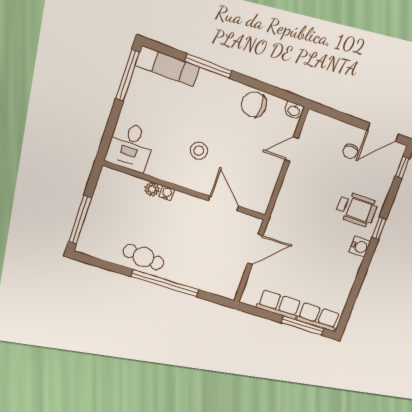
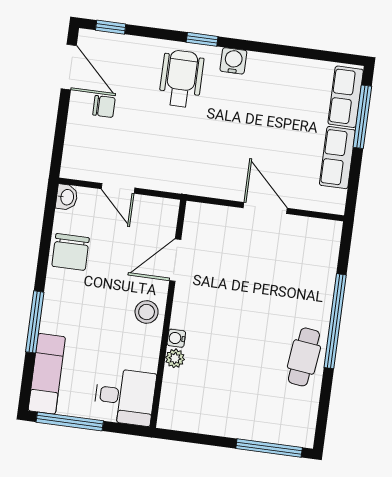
desk: (130, 147) -> (125, 397), moved
plant: (152, 189) -> (175, 358), moved
wall: (186, 191) -> (168, 314), moved
water cooler: (167, 193) -> (176, 338), moved
door: (224, 203) -> (175, 260), moved

